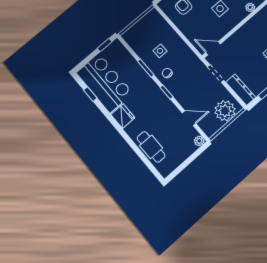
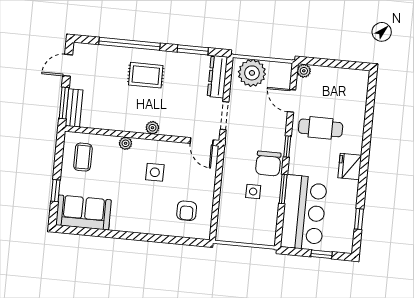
plant: (245, 29) -> (152, 128), added
window: (105, 45) -> (322, 254), moved
chair: (167, 73) -> (268, 164), width x1.87, depth x1.87
bar counter: (104, 83) -> (304, 213), moved, turned 180
cafe table: (151, 147) -> (321, 128), moved, turned 90

